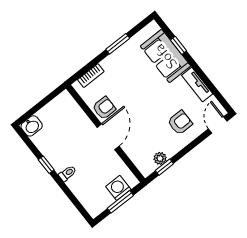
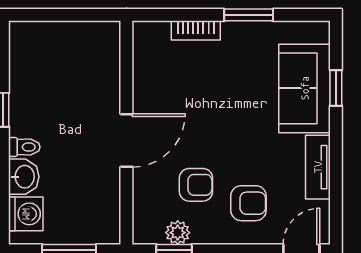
bookcase: (91, 76) -> (196, 30), moved
armchair: (104, 108) -> (196, 185), moved
washbasin: (32, 126) -> (24, 177), moved, turned -90
washing machine: (118, 188) -> (26, 214), moved, turned 90

